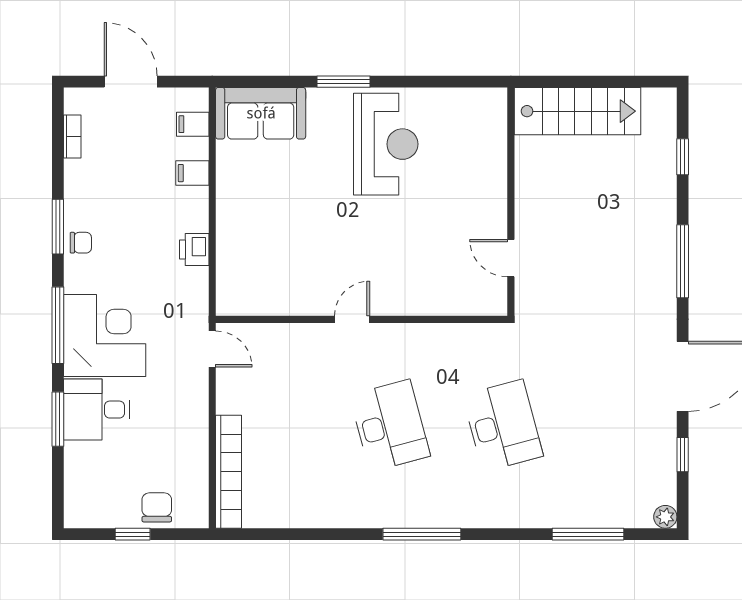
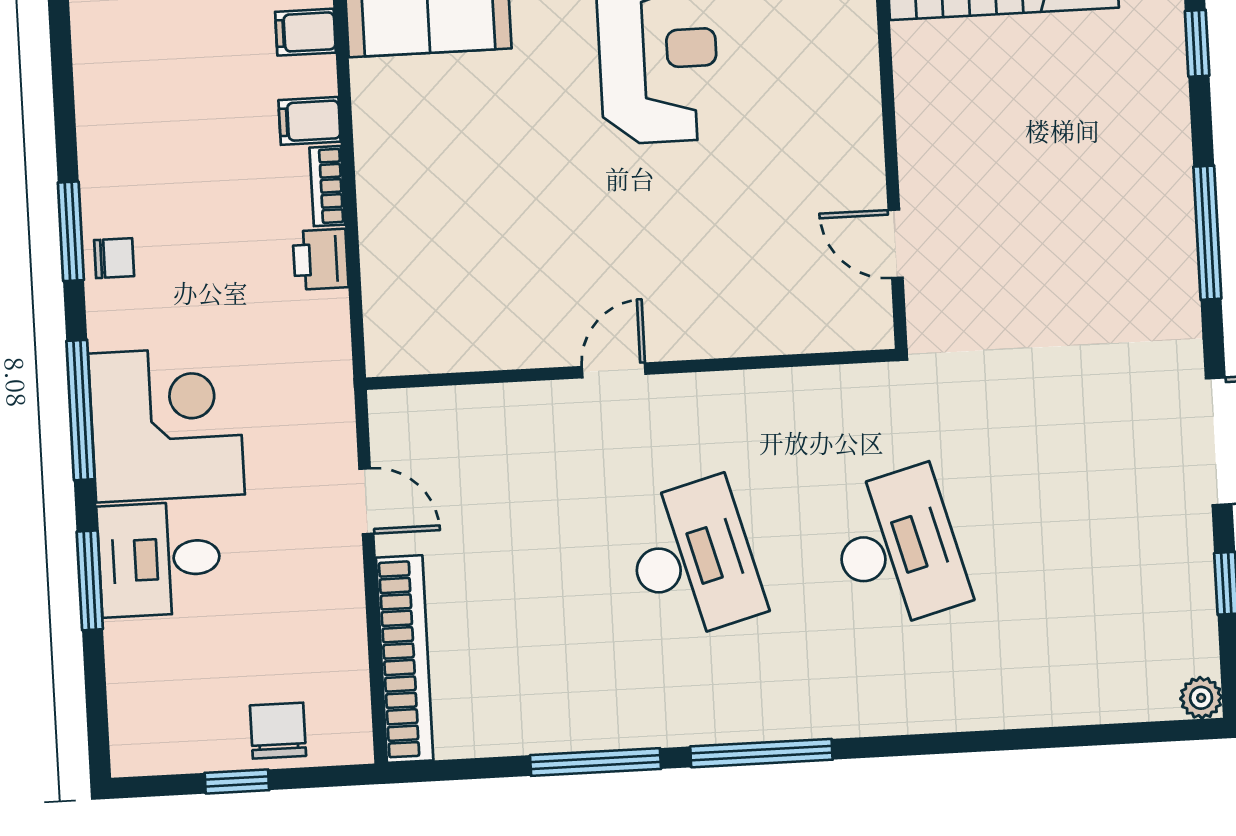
bookcase: (72, 137) -> (327, 186), moved, turned 180
door: (212, 349) -> (366, 501), moved
window: (588, 534) -> (596, 762), moved

